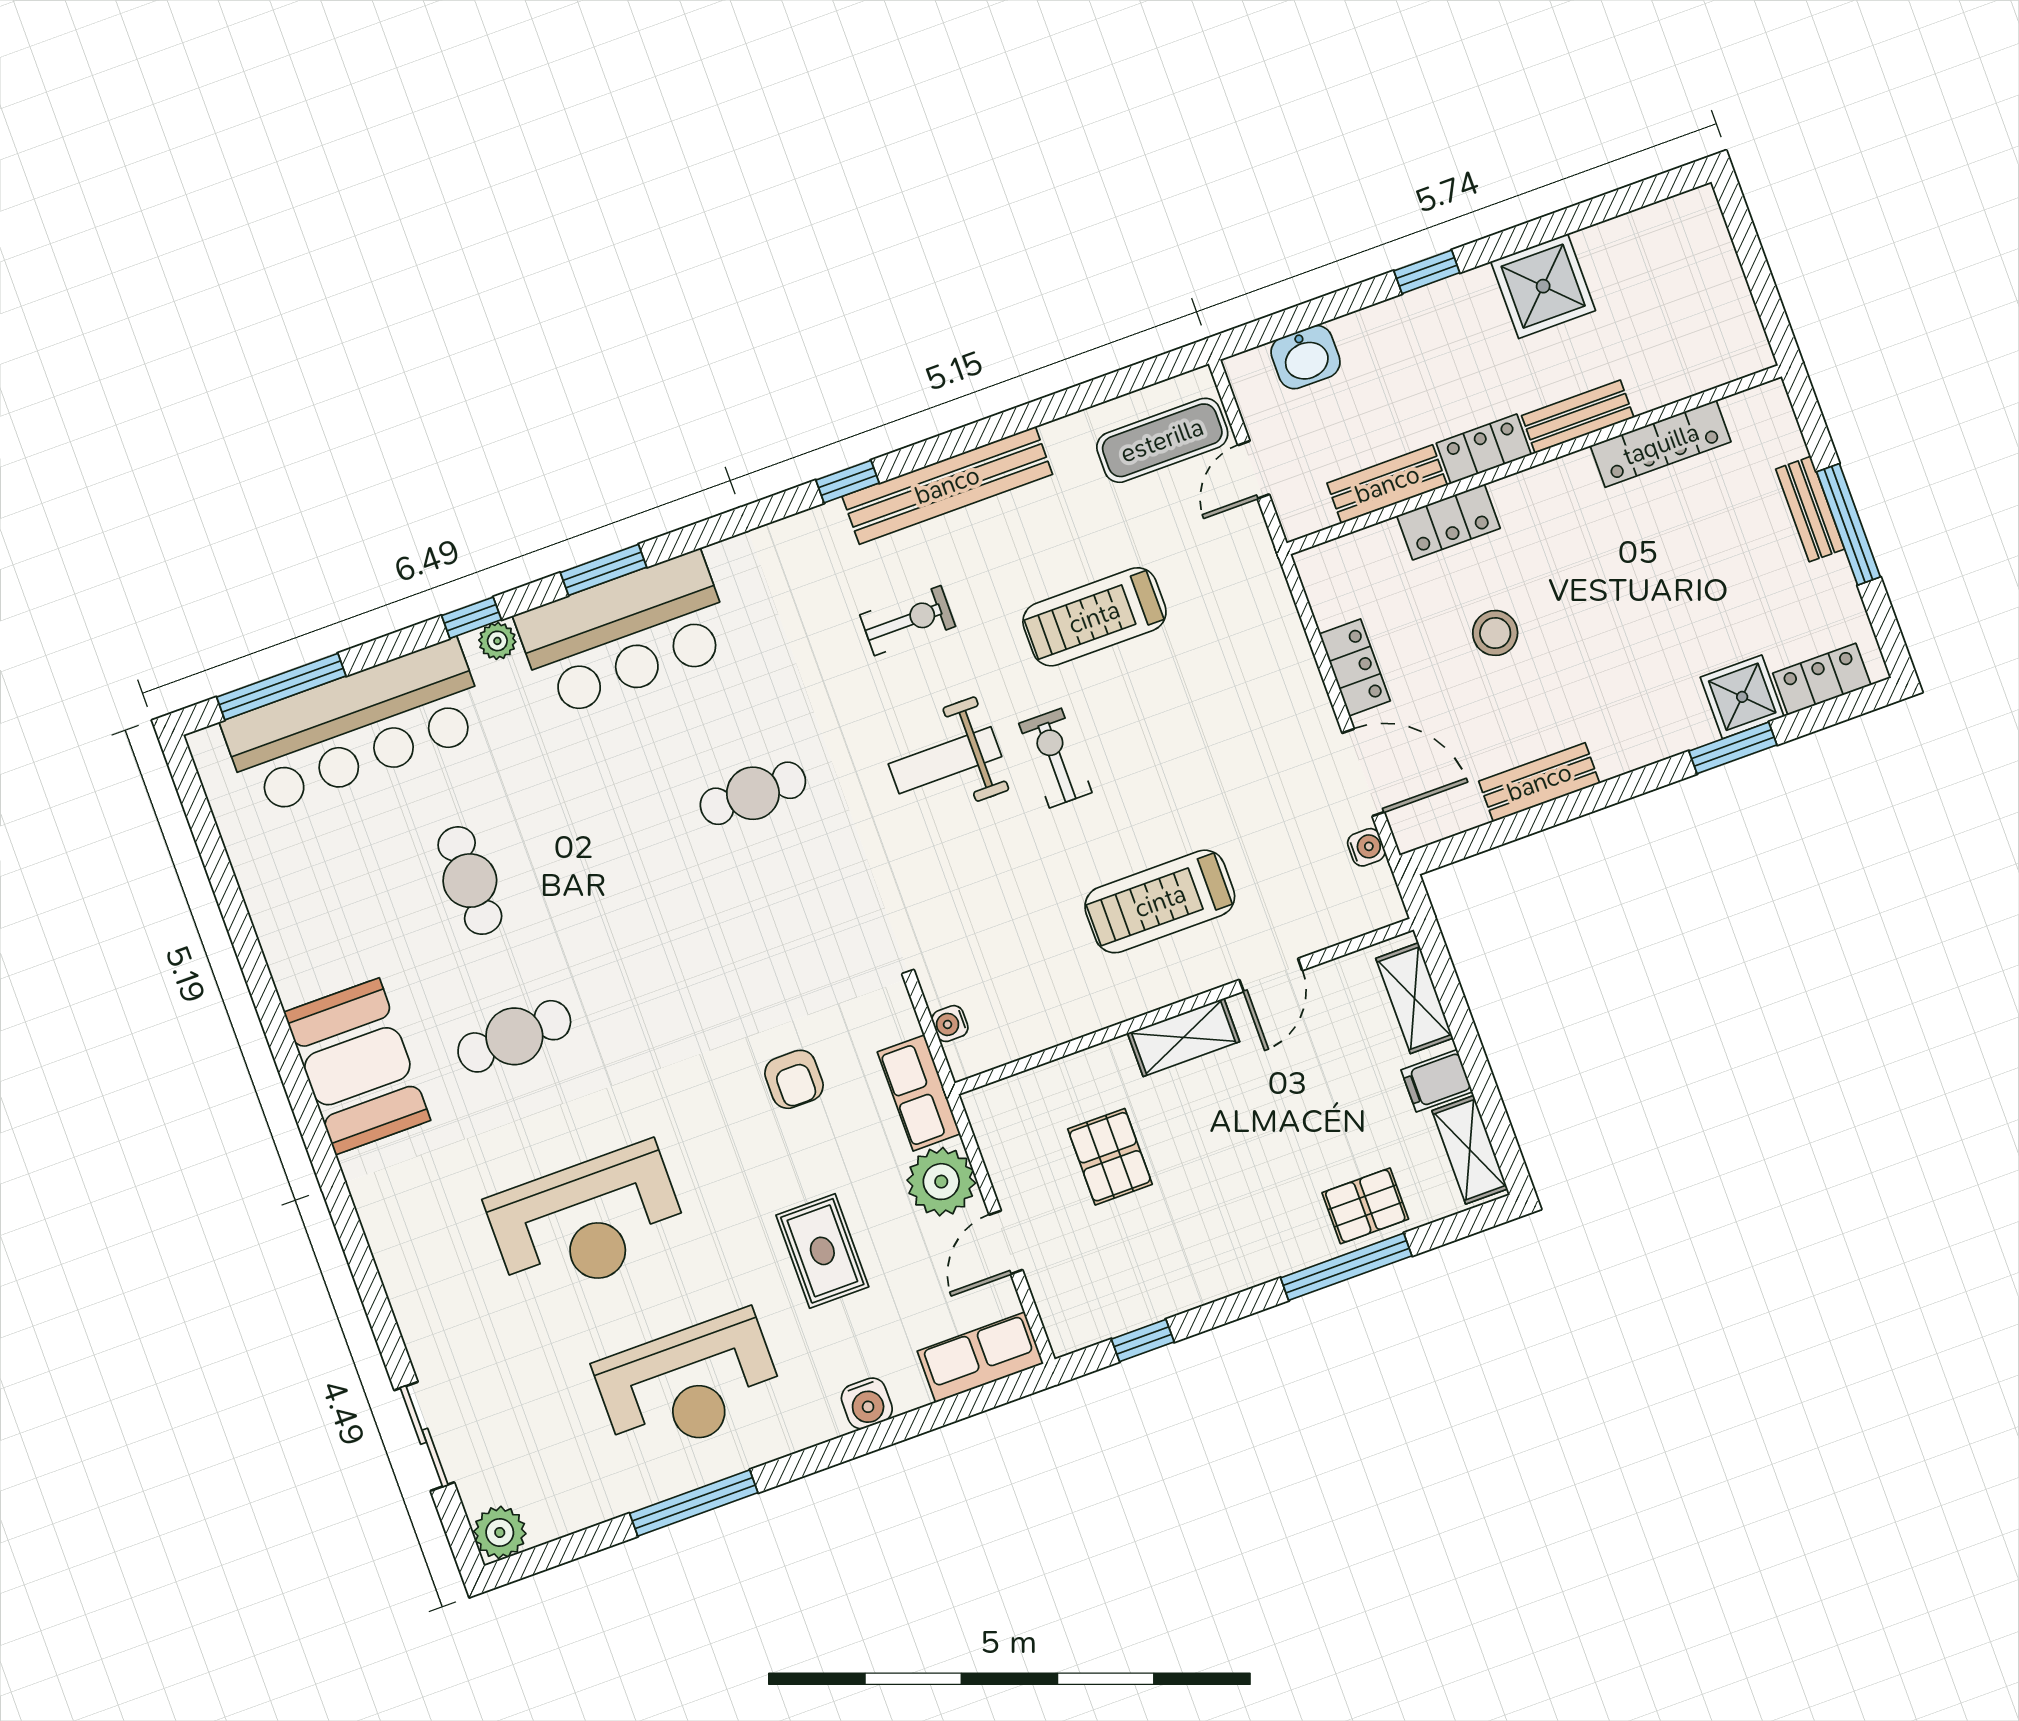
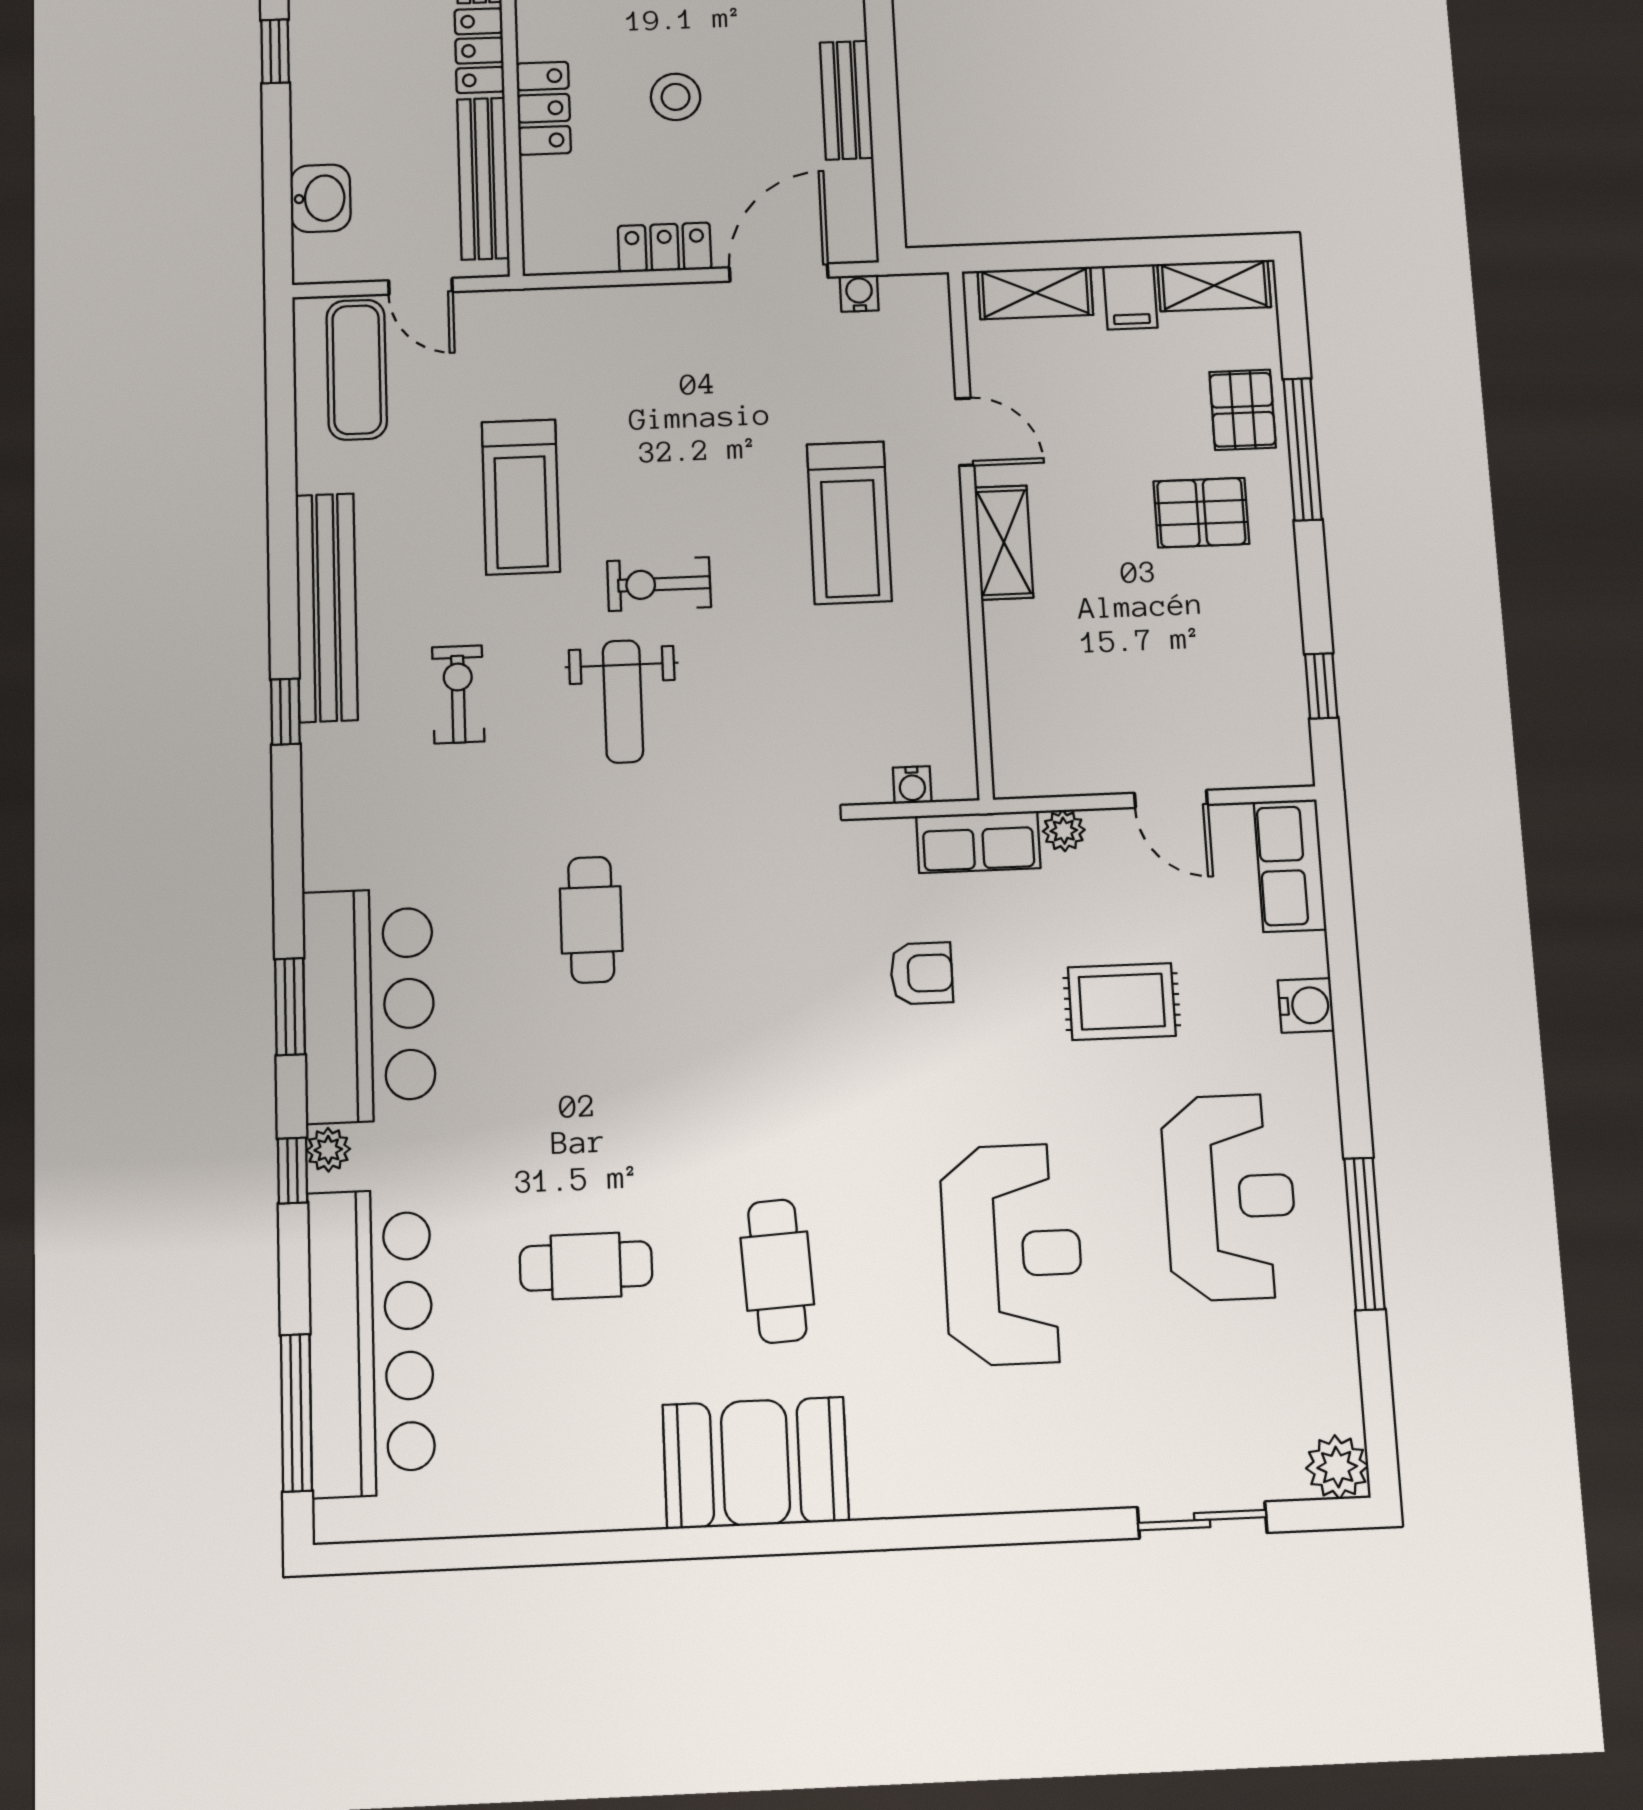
bench: (1387, 484) -> (483, 178), width x1.36
pallet: (1110, 1157) -> (1201, 513), moved
plant: (941, 1182) -> (1064, 831), width x0.53, depth x0.53

